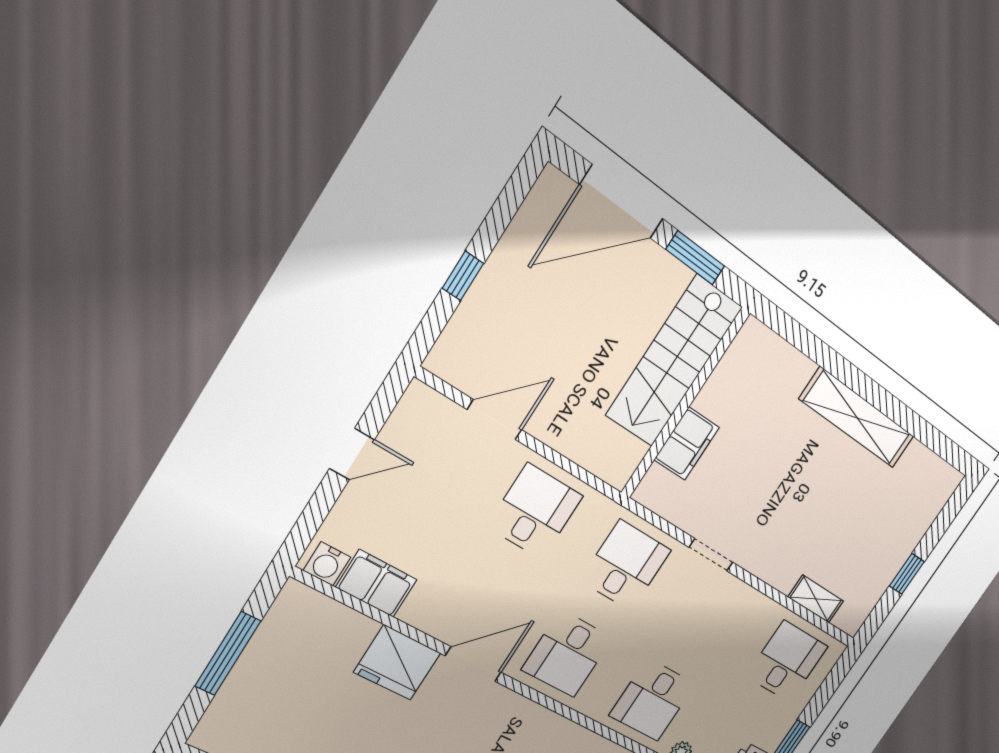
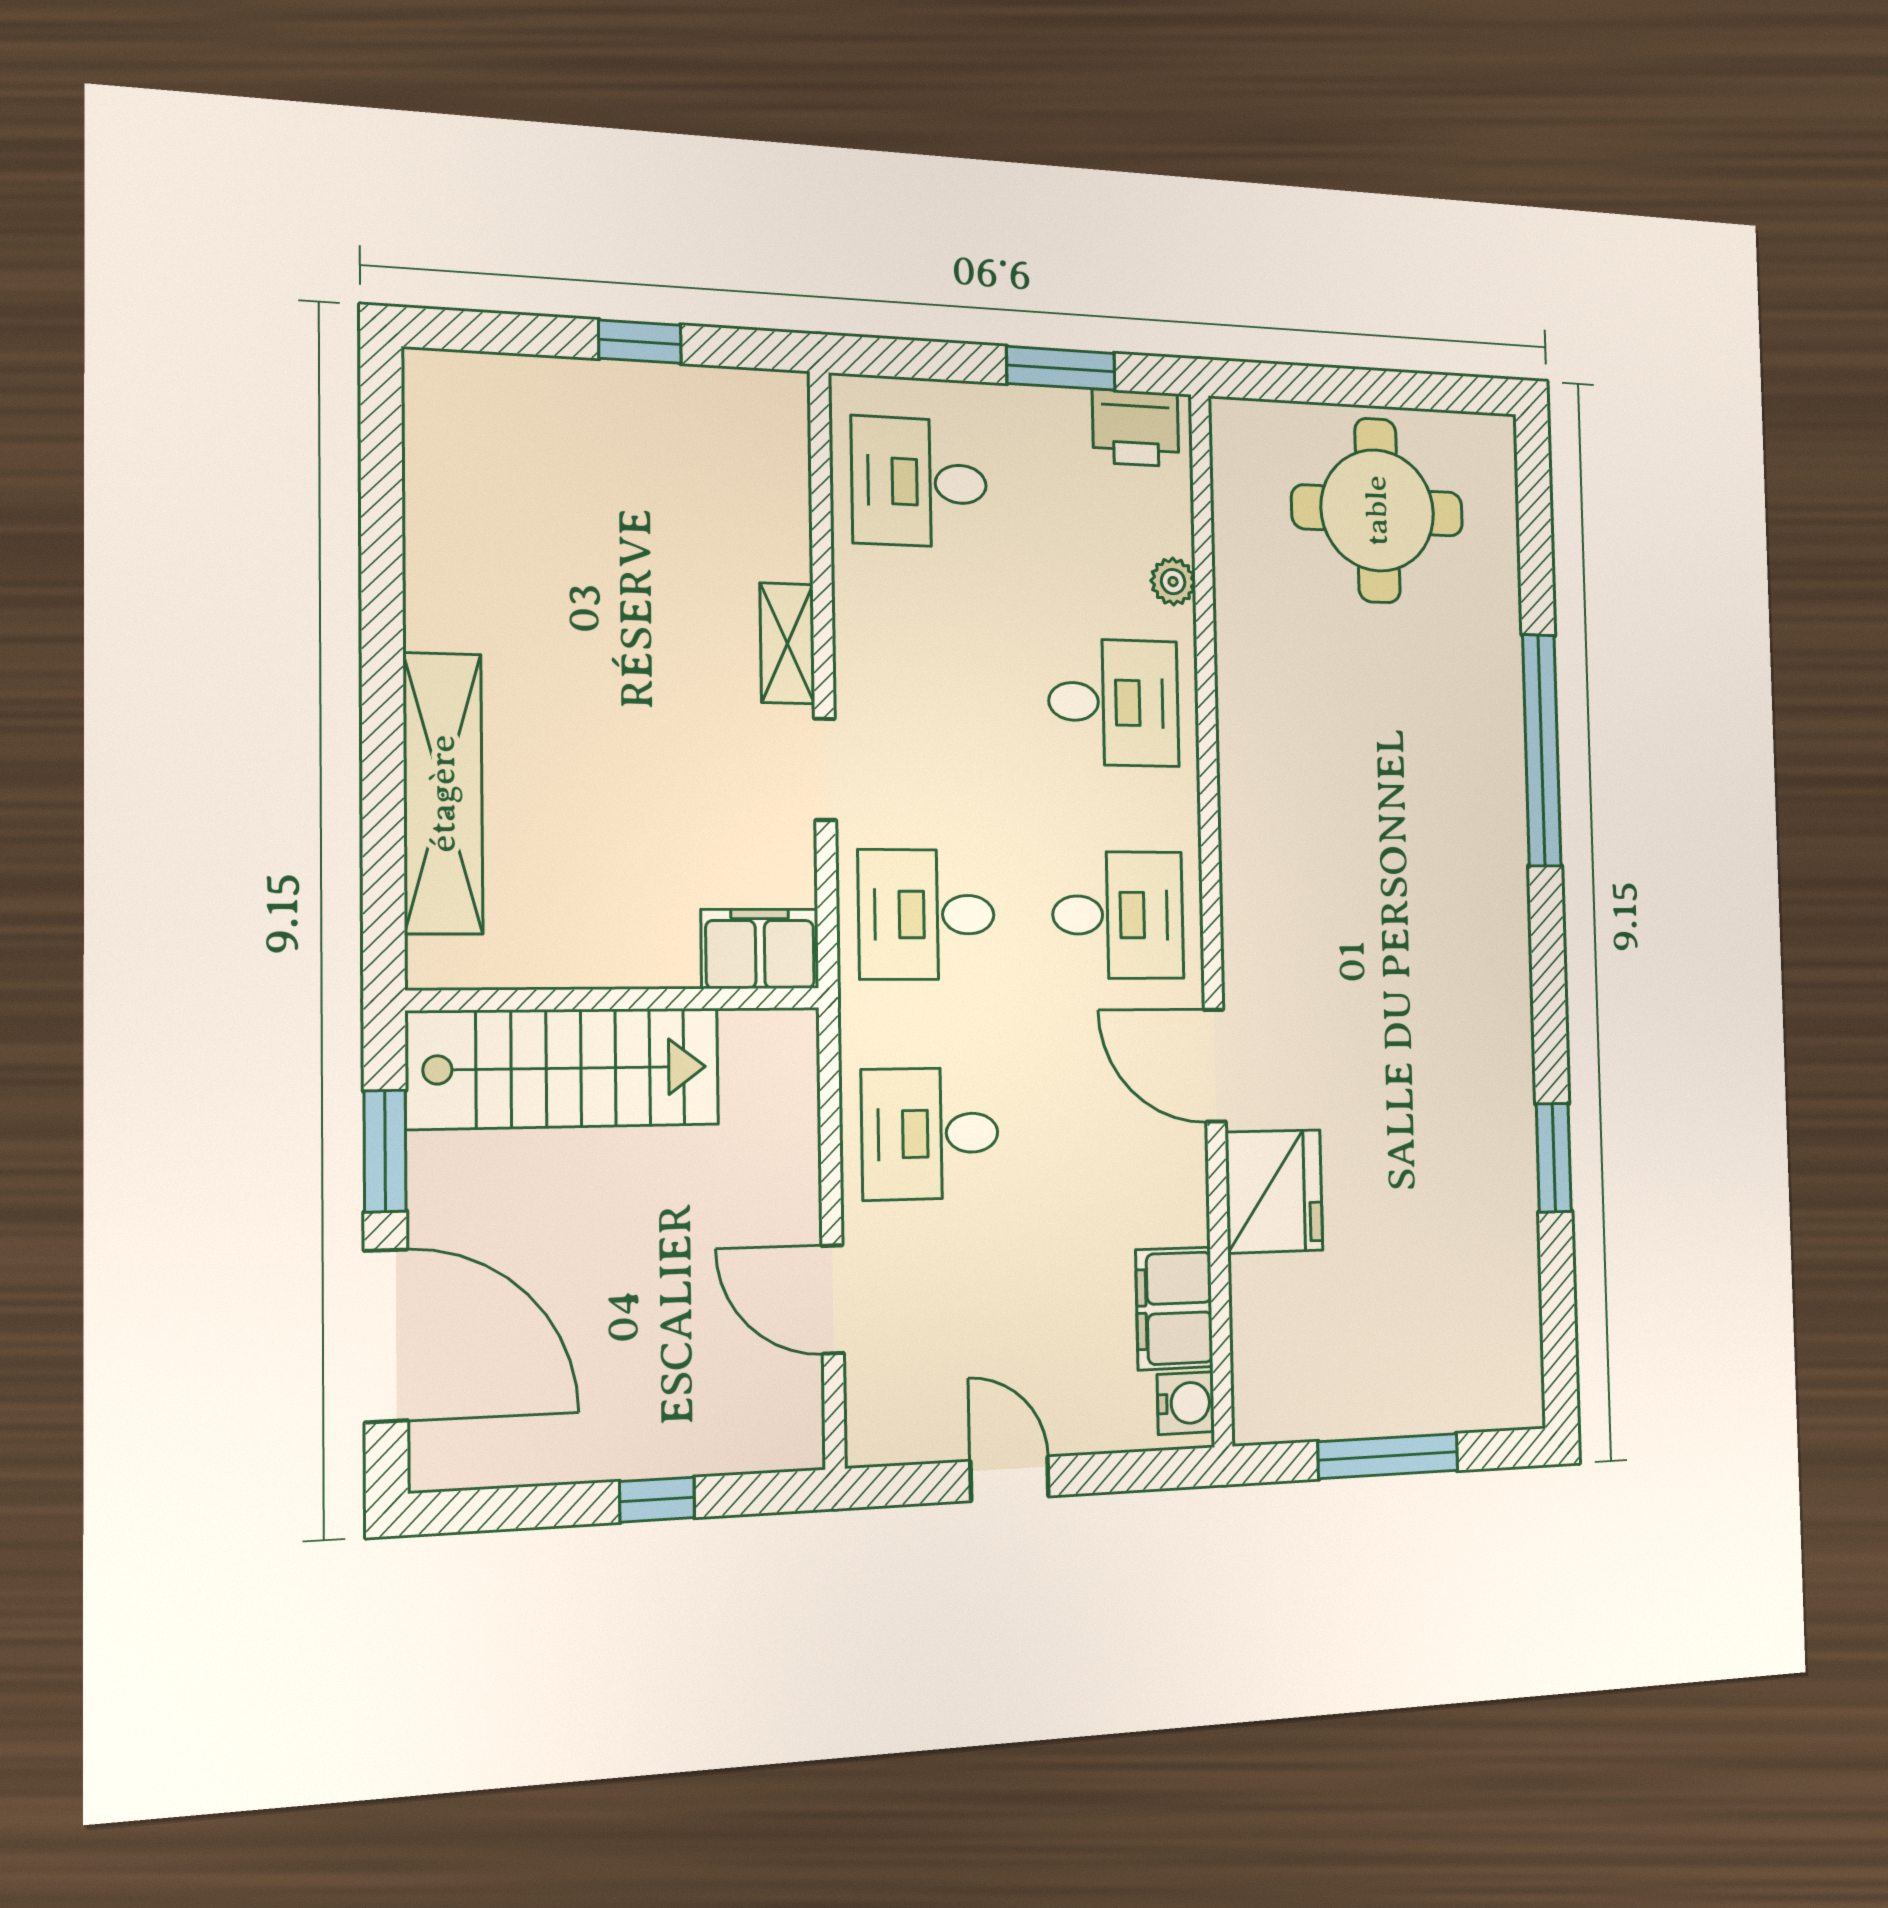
shelving: (857, 418) -> (443, 793), moved
filing cabinet: (687, 444) -> (760, 949), moved
shelving: (816, 599) -> (787, 643), moved

